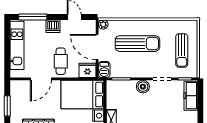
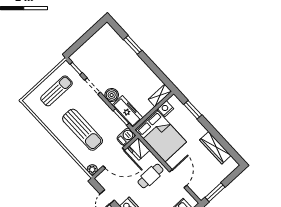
sun lounger: (137, 44) -> (83, 130), turned 180
door: (97, 47) -> (114, 158), hinge flipped
door: (41, 79) -> (178, 179), hinge flipped
freezer: (191, 96) -> (128, 112), moved, turned -90
window: (7, 106) -> (215, 192), moved

